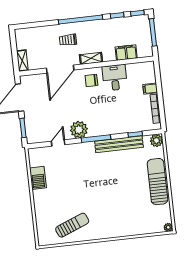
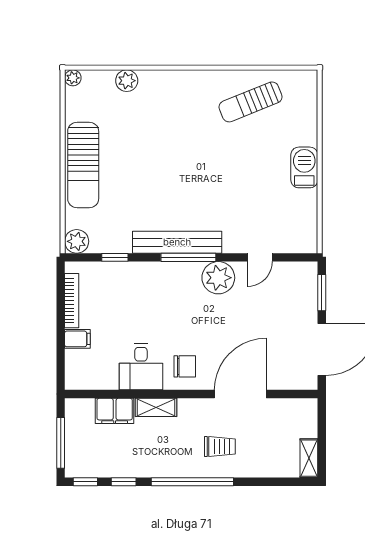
shelving: (91, 58) -> (156, 407), moved
shelving: (22, 61) -> (309, 458), moved
bench: (119, 144) -> (177, 242), moved
barbecue: (38, 178) -> (304, 167), moved
plant: (139, 229) -> (127, 81), added

